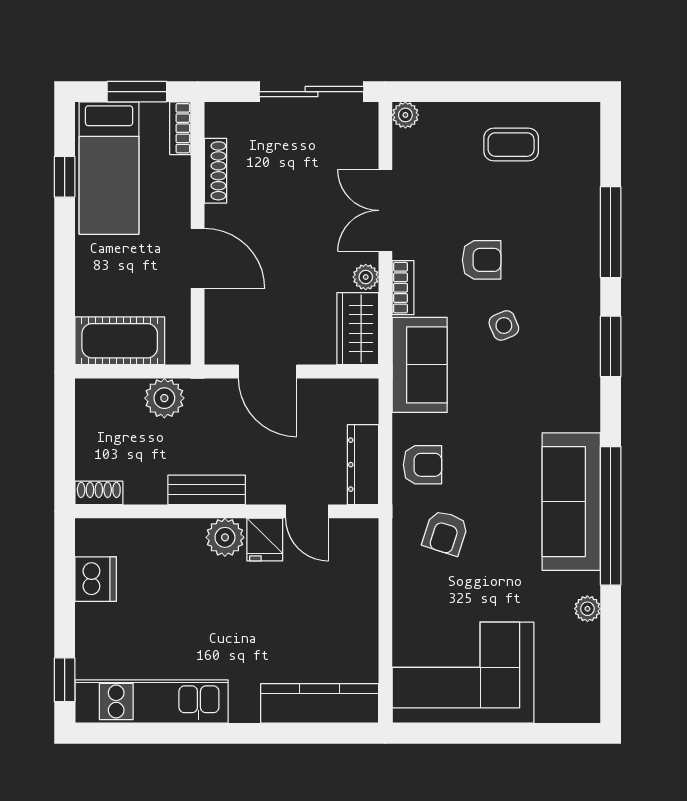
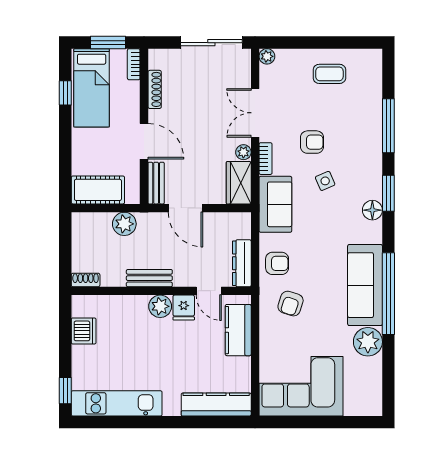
bench: (218, 329) -> (156, 183), added
floor lamp: (584, 375) -> (372, 210), added
kitchen counter: (357, 578) -> (238, 330), added
plant: (587, 609) -> (368, 342), width x1.87, depth x1.87

